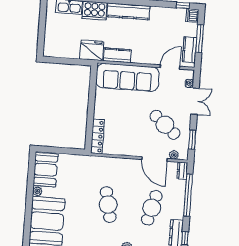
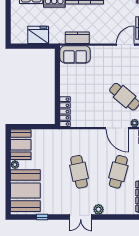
fridge: (92, 50) -> (38, 35), moved
sofa: (127, 77) -> (75, 54), width x0.54, depth x0.79

